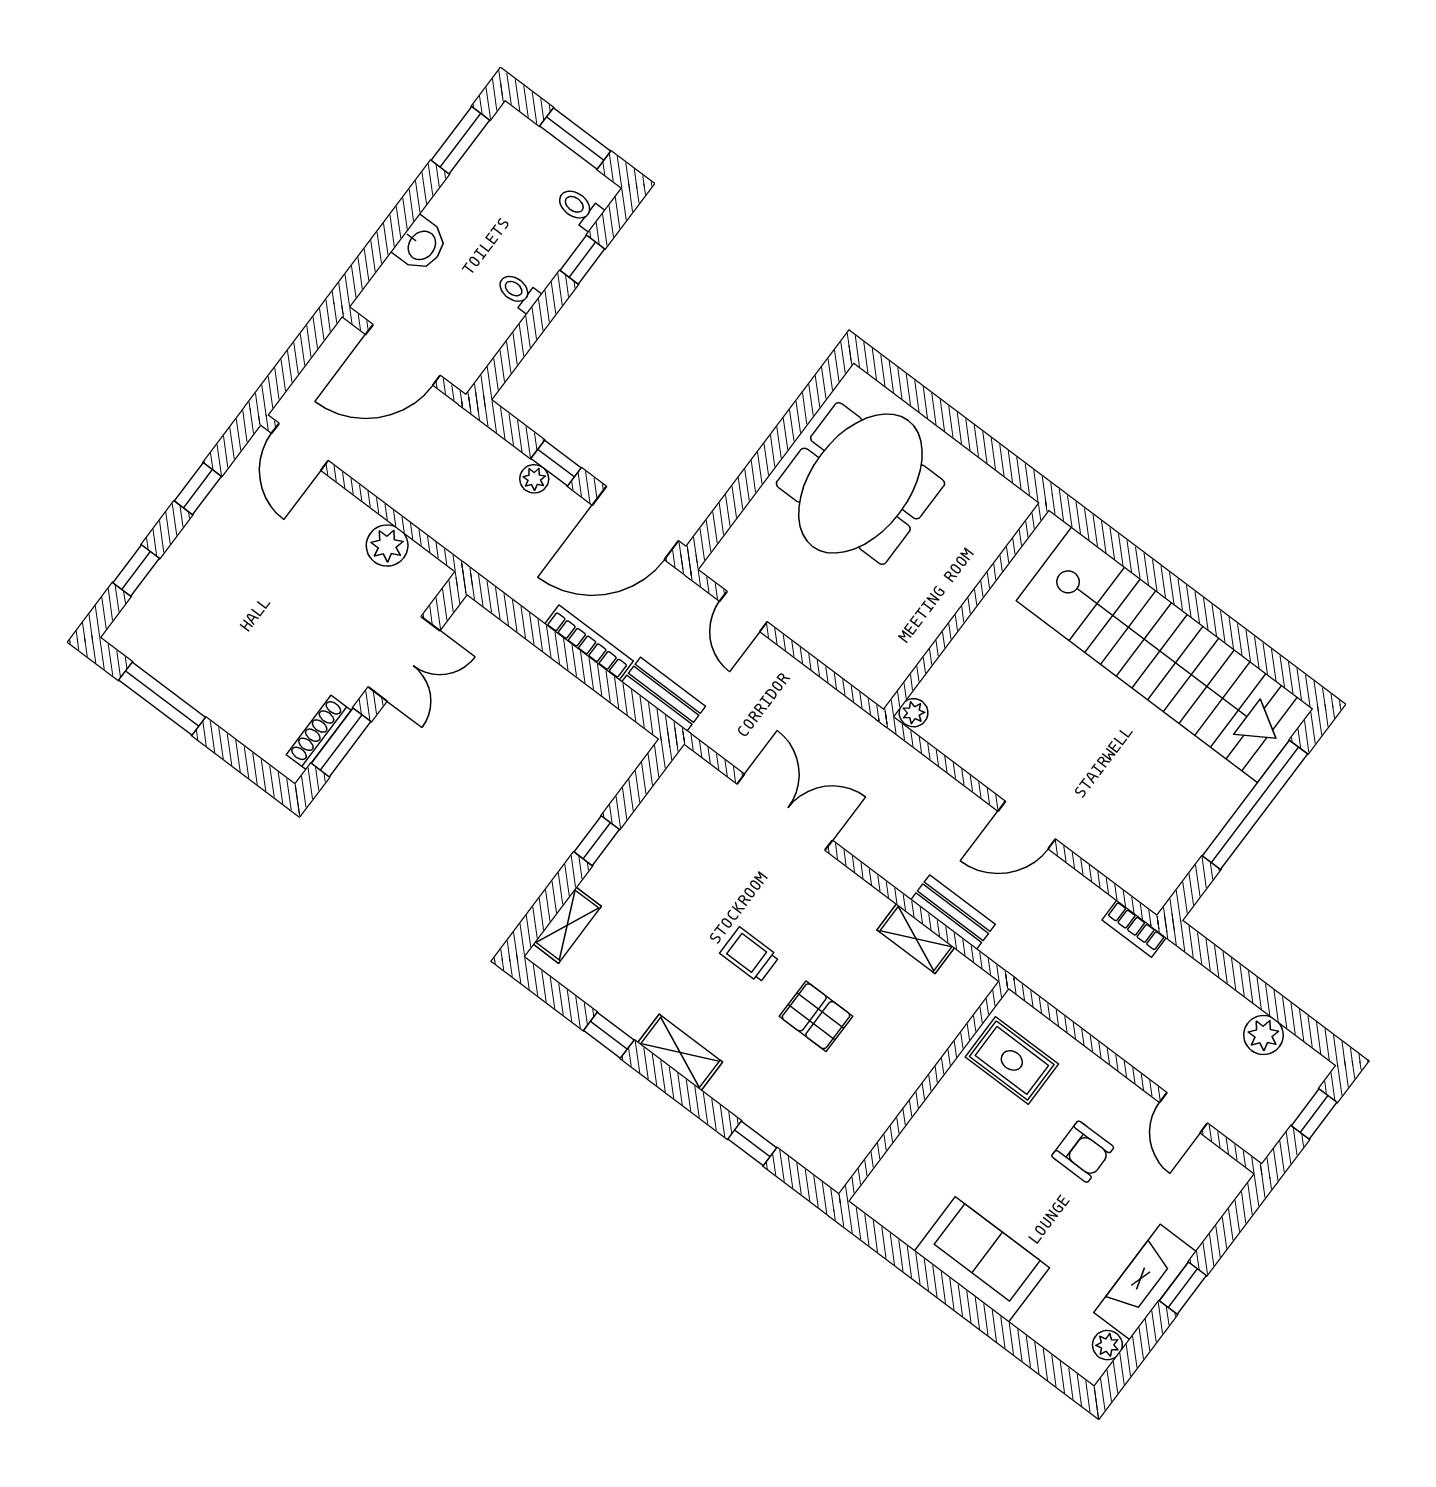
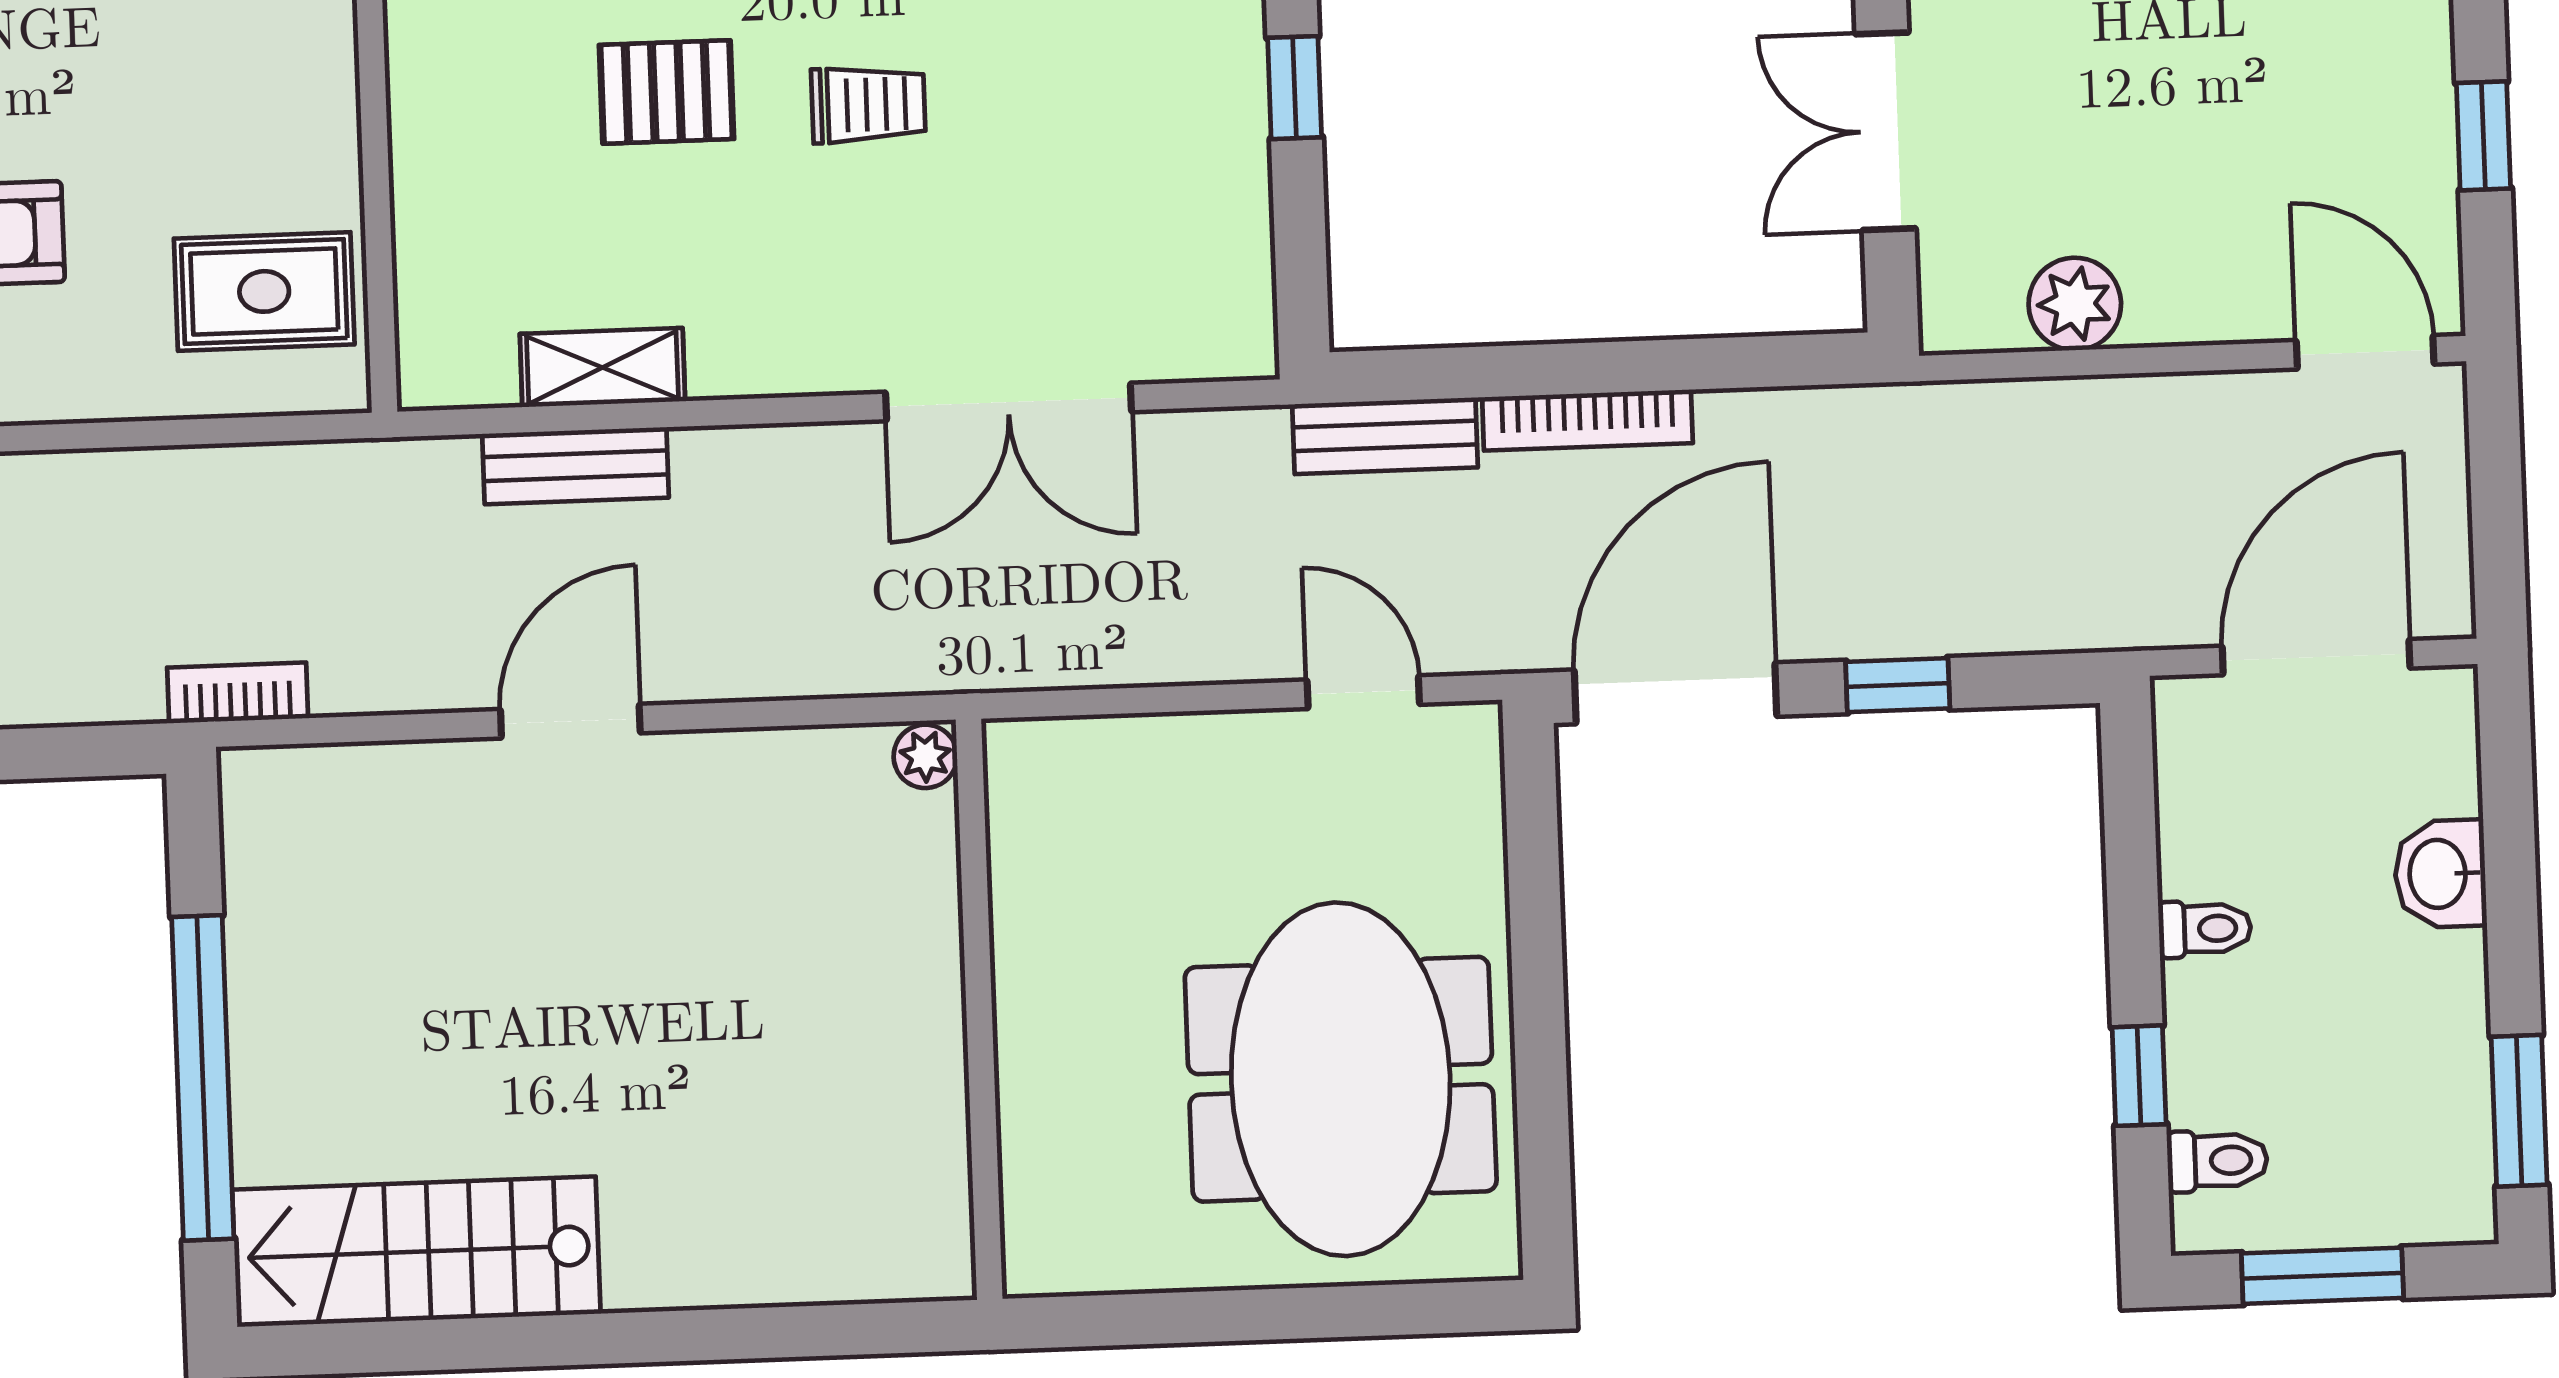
plant: (534, 479) -> (1913, 627), removed
stairs: (1165, 655) -> (416, 1252), width x0.54, depth x0.66

